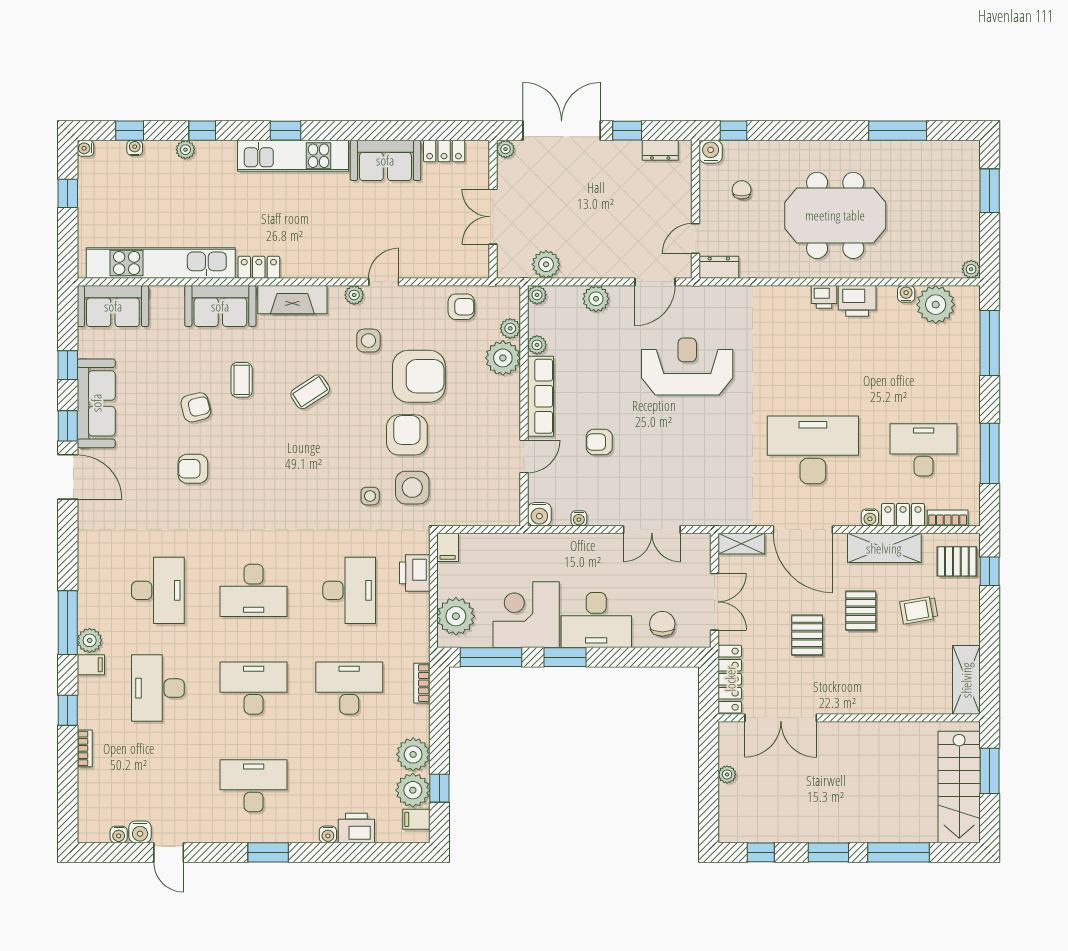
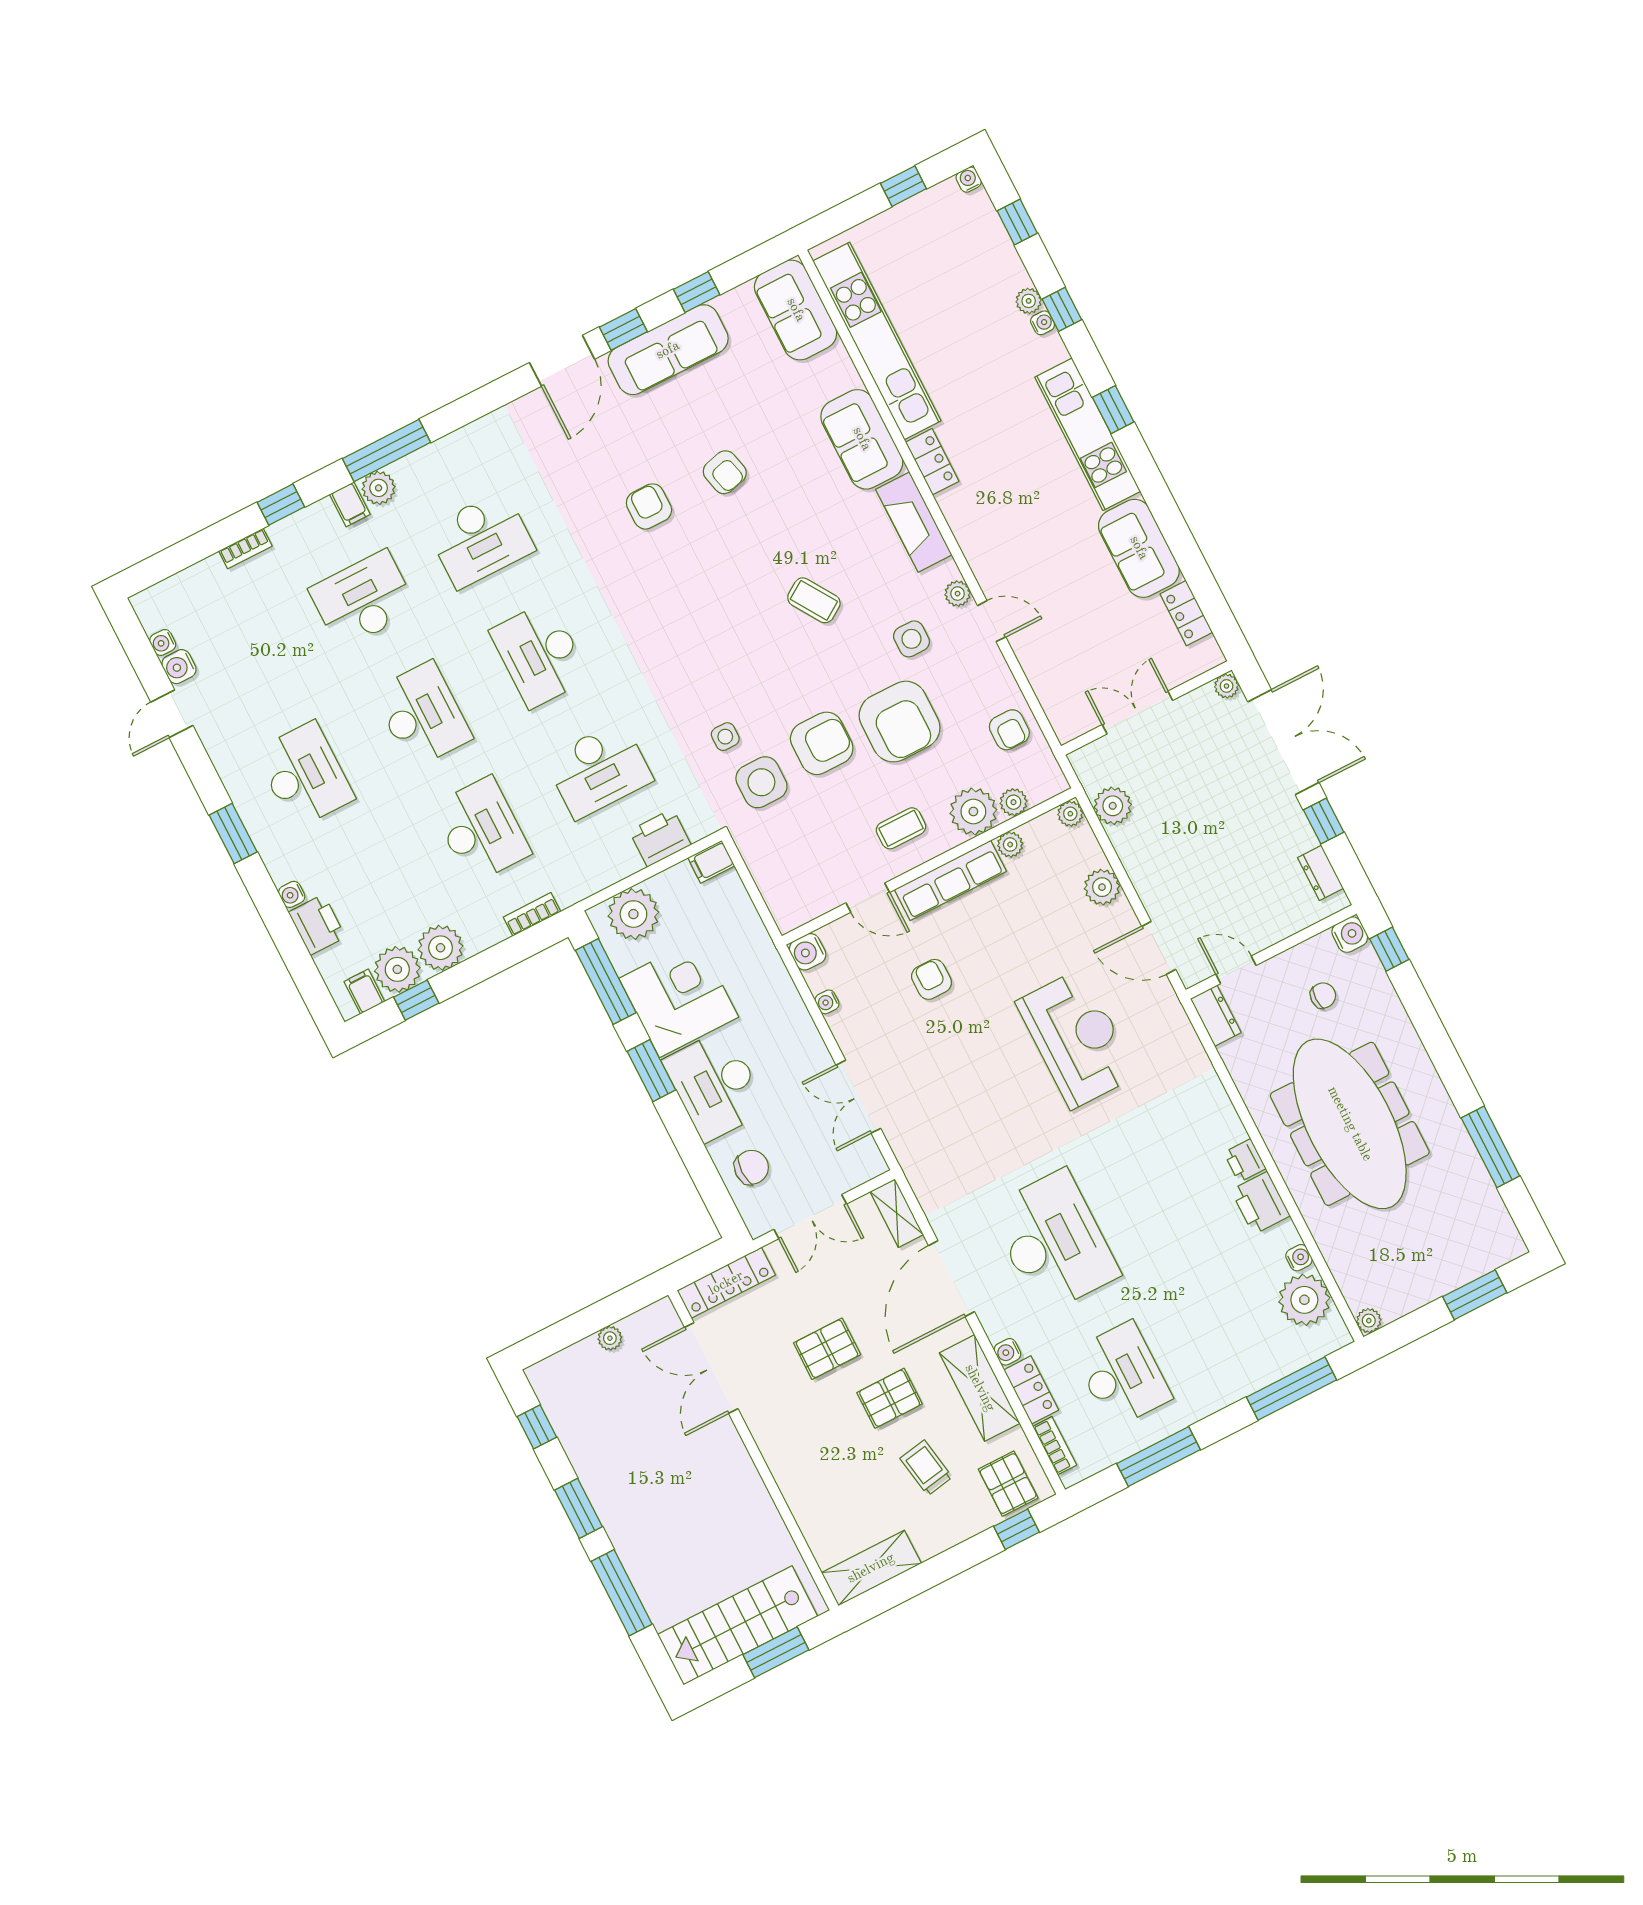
water cooler: (135, 148) -> (1043, 323), moved
meeting table: (835, 215) -> (1350, 1124), width x1.36
coffee table: (242, 380) -> (901, 828), moved

